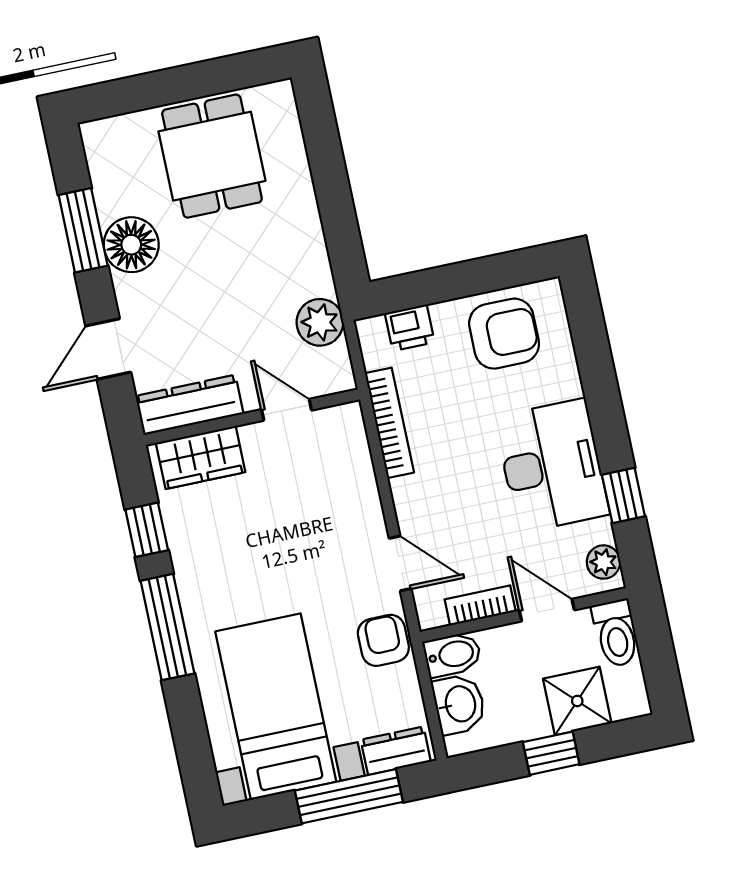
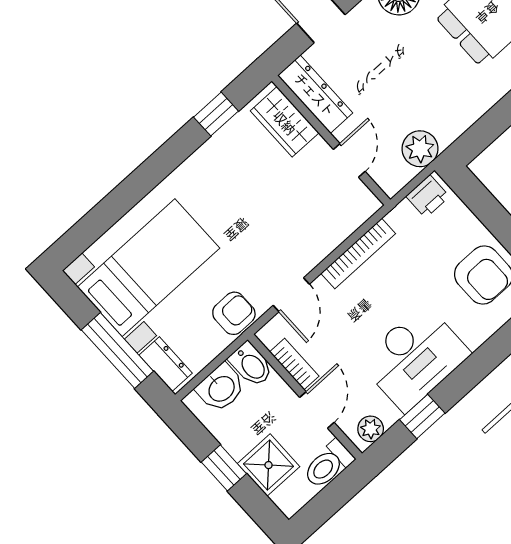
printer: (410, 328) -> (428, 196), moved, turned -90
bookcase: (389, 423) -> (358, 254), moved
window: (167, 627) -> (160, 165), removed

